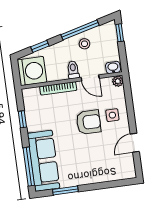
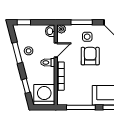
window: (80, 30) -> (17, 53), width x0.69
window: (130, 106) -> (82, 22), added
window: (22, 119) -> (81, 107), width x2.17

